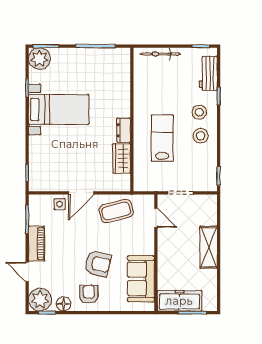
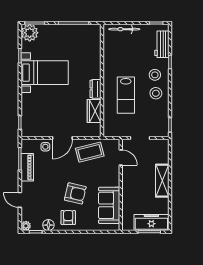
lab bench: (162, 138) -> (126, 95), turned 180
piano: (36, 243) -> (27, 167), moved
plant: (40, 300) -> (26, 226), width x0.53, depth x0.53
freezer: (179, 301) -> (151, 223), moved

